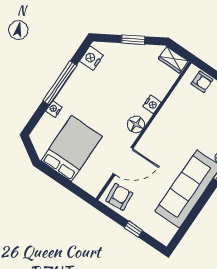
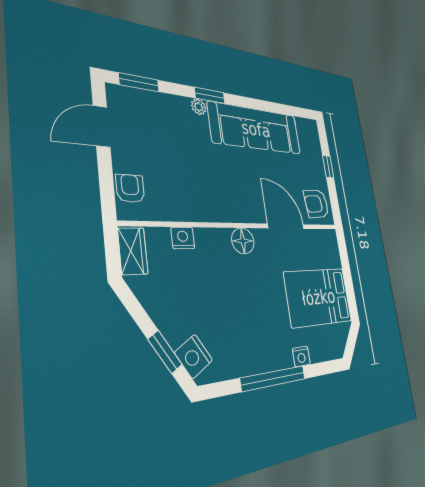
window: (133, 40) -> (165, 352), moved
nightstand: (91, 58) -> (194, 356), moved, turned 59
nightstand: (152, 104) -> (183, 238), moved

